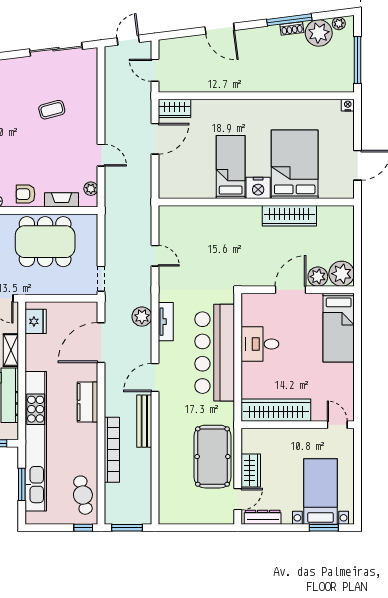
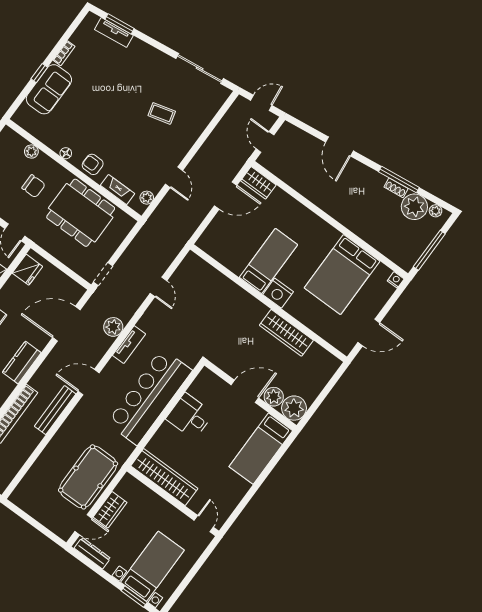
bed: (295, 164) -> (342, 274), moved, turned 180

